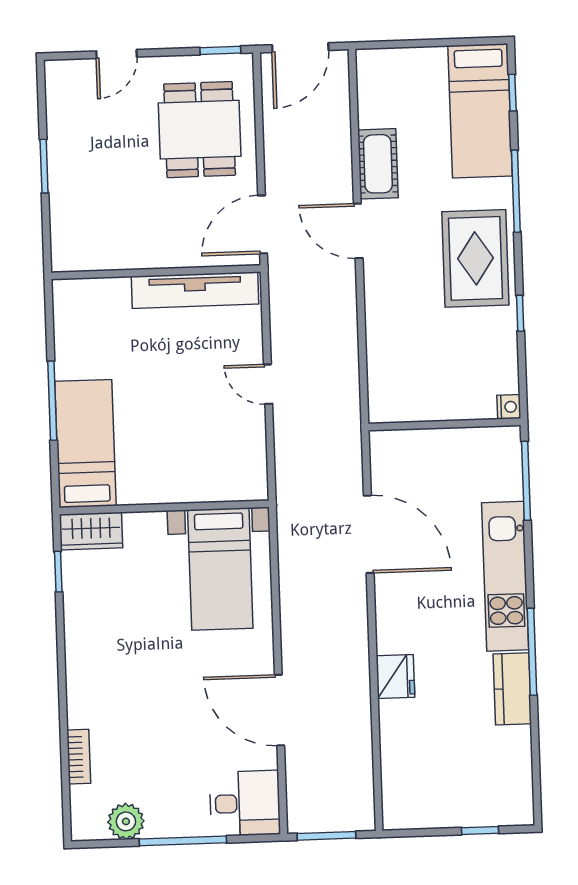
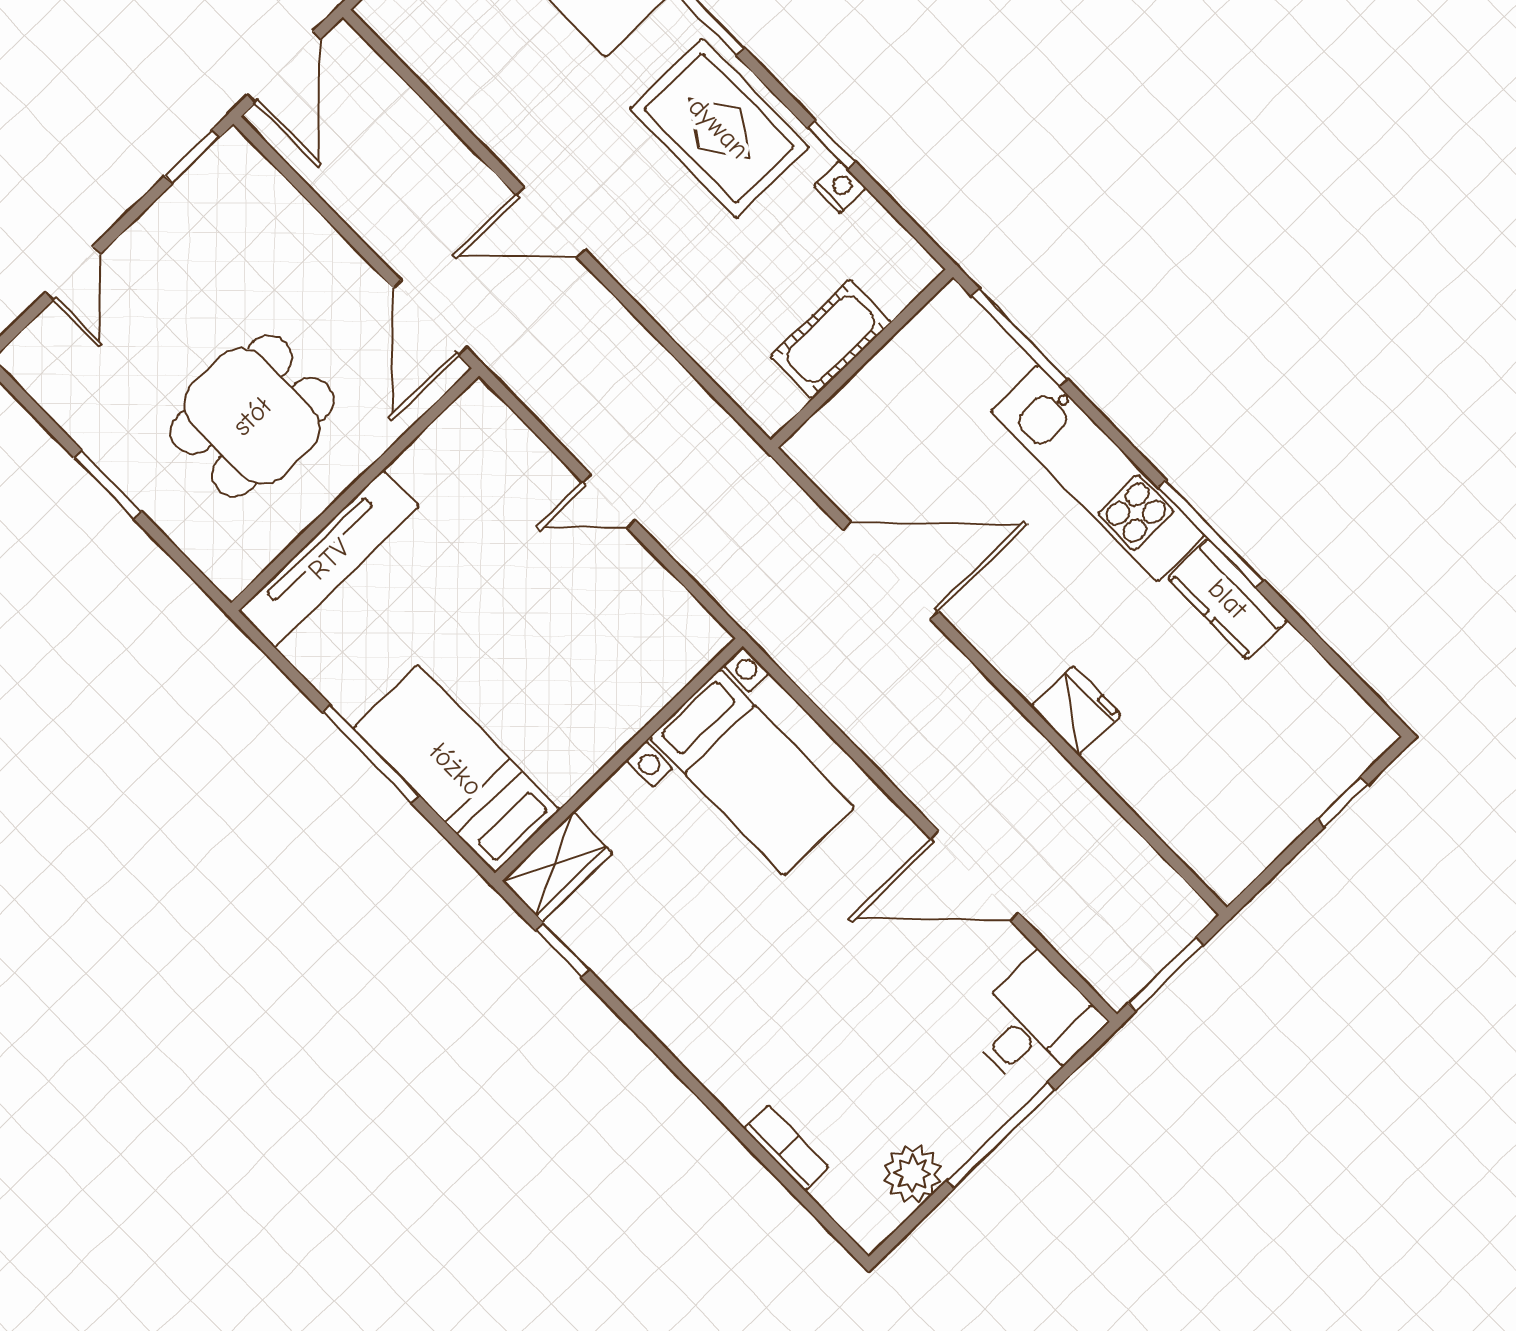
dining table: (200, 130) -> (252, 416), moved, turned 90
cot: (378, 164) -> (831, 339), moved, turned 90
tv unit: (195, 290) -> (329, 559), moved
nightstand: (509, 407) -> (840, 187), moved

